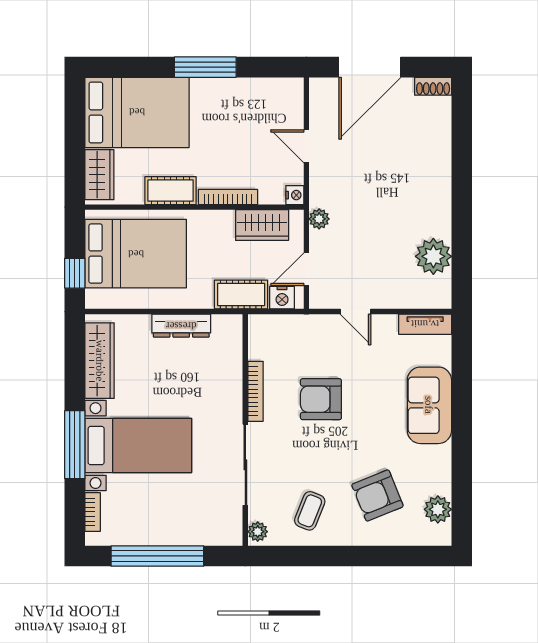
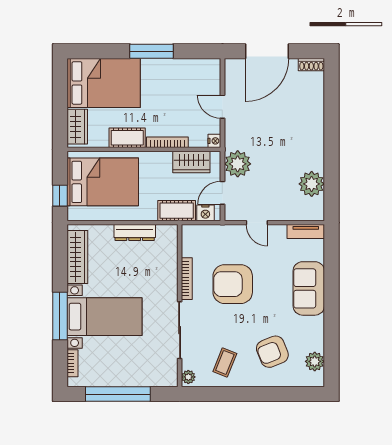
plant: (319, 219) -> (238, 164), width x1.88, depth x1.88
armchair: (321, 399) -> (233, 284), width x1.36, depth x1.36

